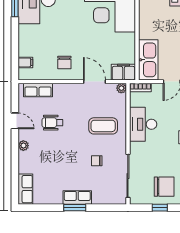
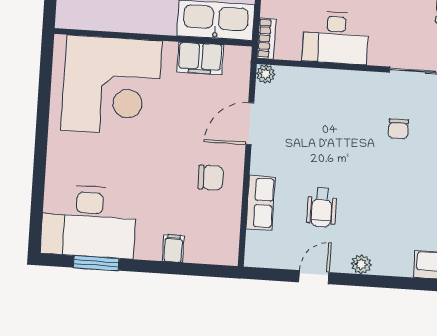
filing cabinet: (25, 62) -> (173, 248), moved
filing cabinet: (123, 72) -> (200, 58), moved, turned -90
row of seats: (38, 90) -> (261, 203), moved
coffee table: (103, 126) -> (334, 113), removed

